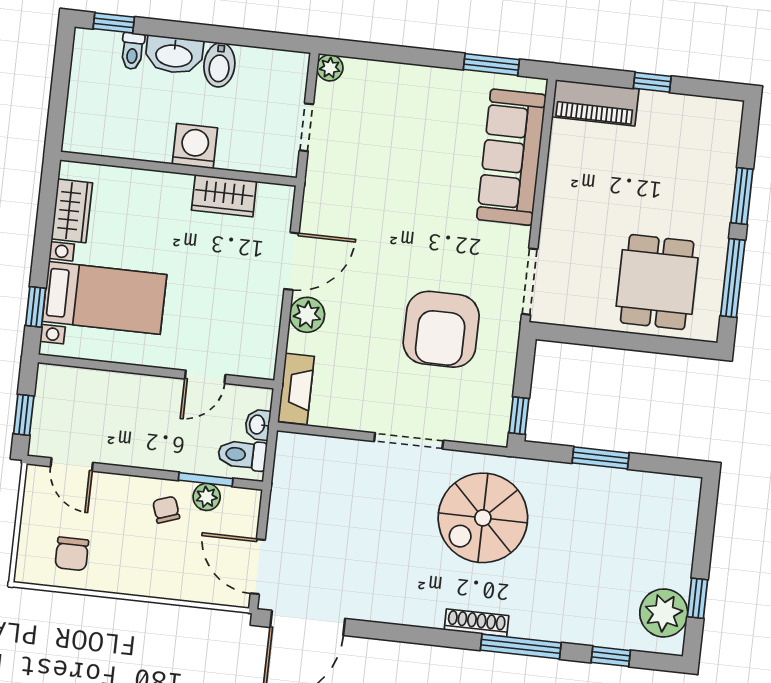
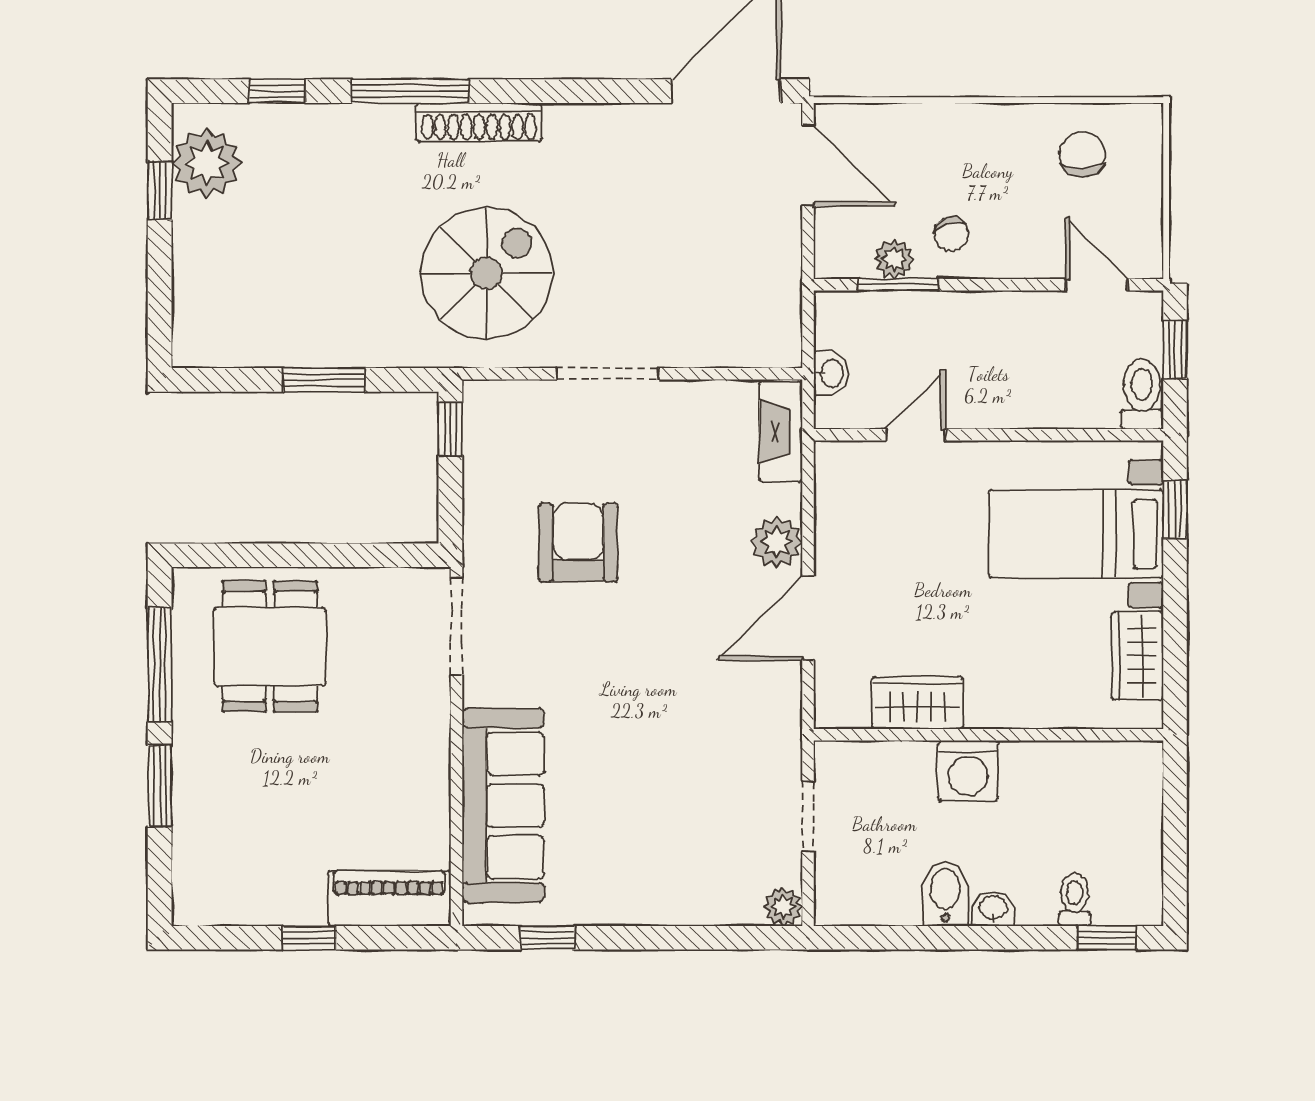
washbasin: (174, 55) -> (993, 908), width x0.52, depth x0.69
window: (491, 65) -> (547, 938), width x0.67
armchair: (441, 329) -> (578, 542), width x0.73, depth x0.73
toilet: (242, 455) -> (1142, 394), moved, turned -90
shoe rack: (476, 623) -> (479, 122), width x1.36, depth x1.24

